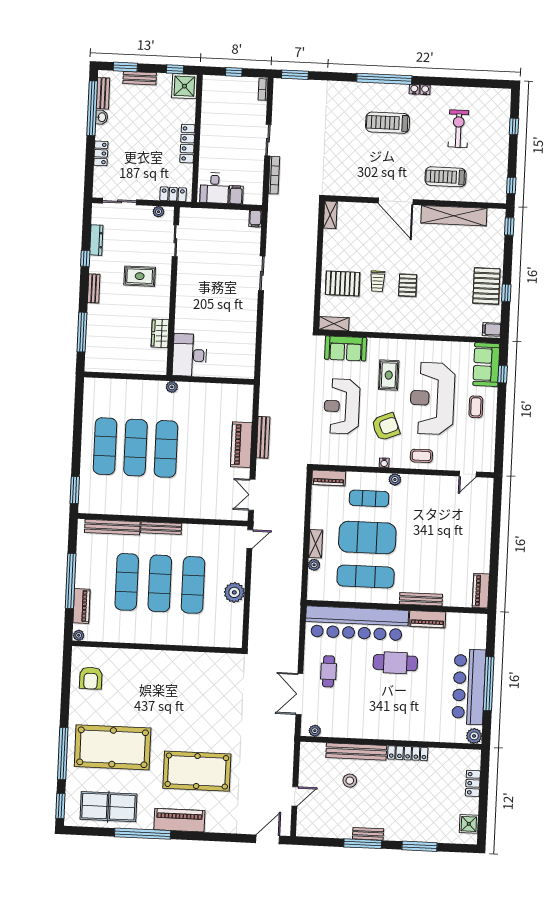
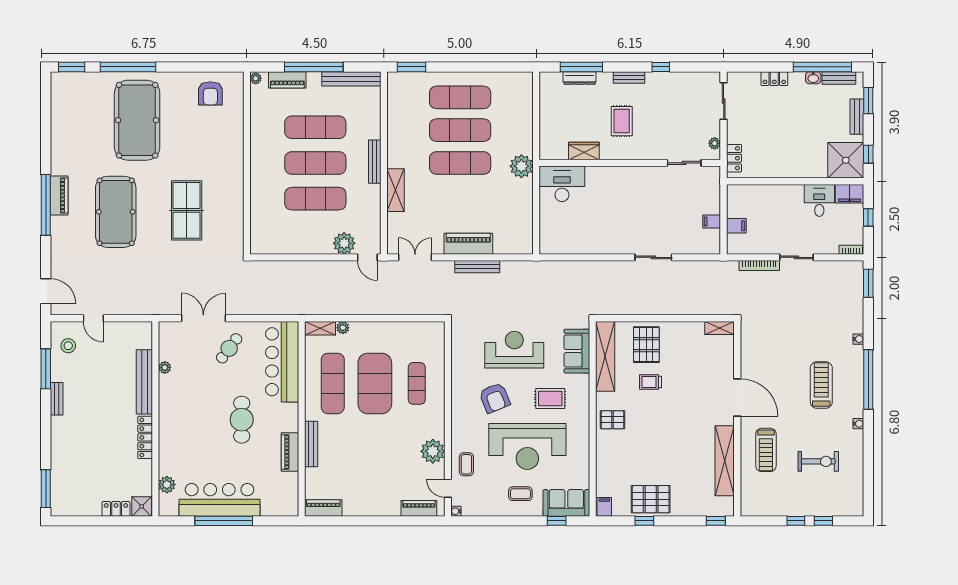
shower: (184, 86) -> (846, 160), width x1.37, depth x1.37
filing cabinet: (211, 88) -> (850, 194), added
water cooler: (414, 89) -> (858, 339), moved
locker: (187, 144) -> (789, 171), removed
treadmill: (446, 177) -> (766, 450), turned 180
window: (511, 185) -> (796, 521), moved
desk: (214, 188) -> (819, 200), moved, turned 90
door: (396, 201) -> (737, 397), swing flipped
filing cabinet: (255, 219) -> (712, 222), moved
dresser: (96, 240) -> (580, 78), moved
rug: (140, 276) -> (622, 121), moved
pallet: (408, 285) -> (613, 420), moved
shelving: (334, 324) -> (605, 356), width x2.20, depth x1.33
plant: (172, 387) -> (521, 166), width x1.88, depth x1.88
reception desk: (432, 398) -> (527, 446), turned 180
coffee table: (421, 456) -> (466, 464), moved
water cooler: (384, 463) -> (456, 511), moved
piano: (329, 478) -> (419, 508), moved, turned 90
plant: (395, 480) -> (433, 451), moved, width x1.88, depth x1.88
shelving: (188, 510) -> (396, 190), added
bench: (112, 527) -> (351, 79), moved, turned 90
shelving: (316, 544) -> (320, 328), moved
plant: (234, 592) -> (344, 243), moved
bar counter: (357, 623) -> (282, 362), width x0.73
cafe table: (328, 671) -> (229, 348), turned -53
armchair: (91, 678) -> (210, 93), turned -90
plant: (315, 731) -> (165, 367), moved
plant: (474, 736) -> (167, 485), moved
stool: (350, 781) -> (68, 346), moved
table tennis table: (108, 807) -> (187, 210), moved
piano: (179, 820) -> (59, 195), width x0.73, depth x0.75
shower: (469, 824) -> (142, 506), moved
window: (143, 834) -> (46, 205), moved
window: (363, 844) -> (46, 369), moved
window: (420, 846) -> (46, 489), moved

